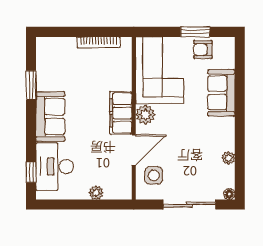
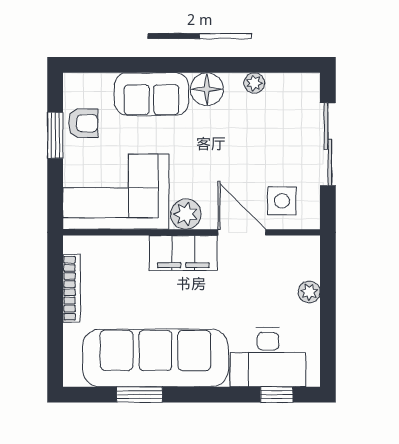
armchair: (203, 50) -> (83, 123), turned -90
sofa: (50, 117) -> (155, 358), width x1.85, depth x1.27
floor lamp: (229, 194) -> (207, 89), moved, width x1.89, depth x1.89

